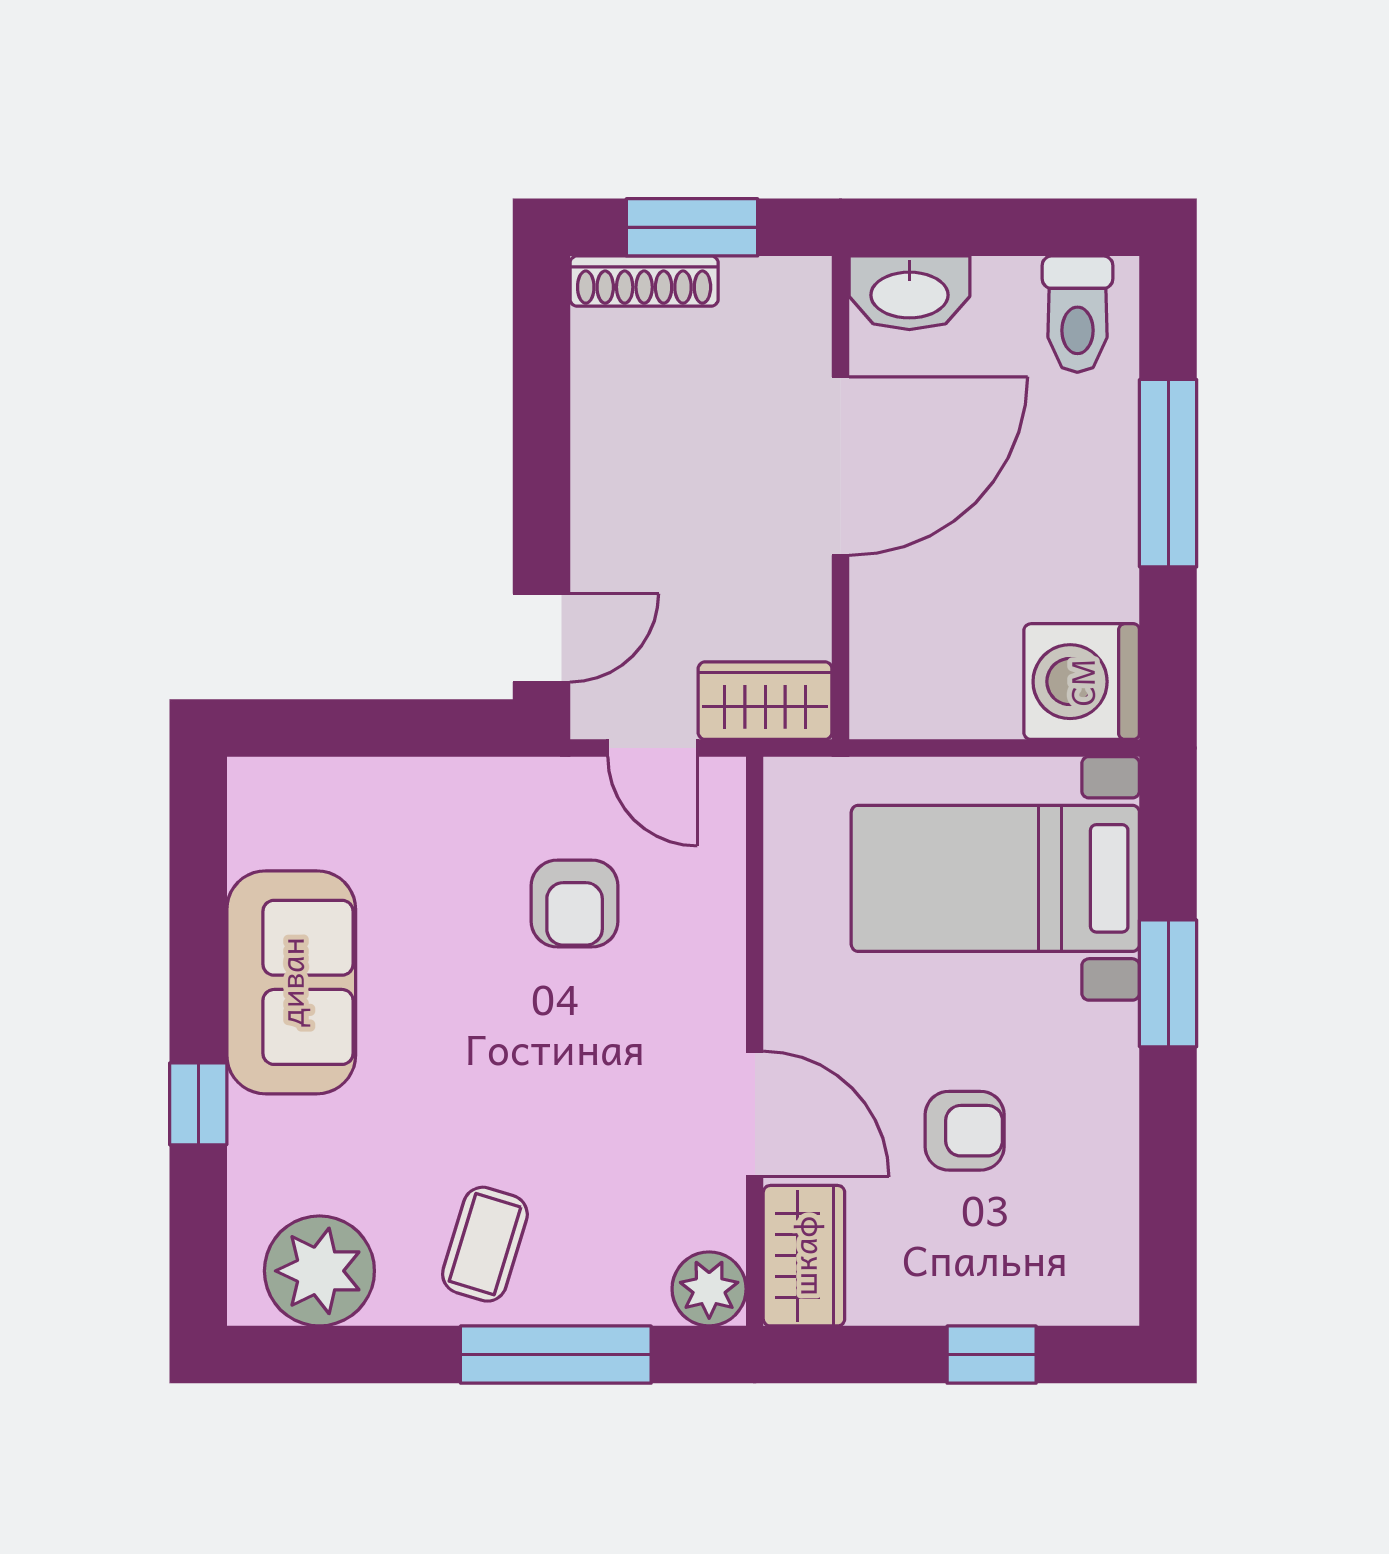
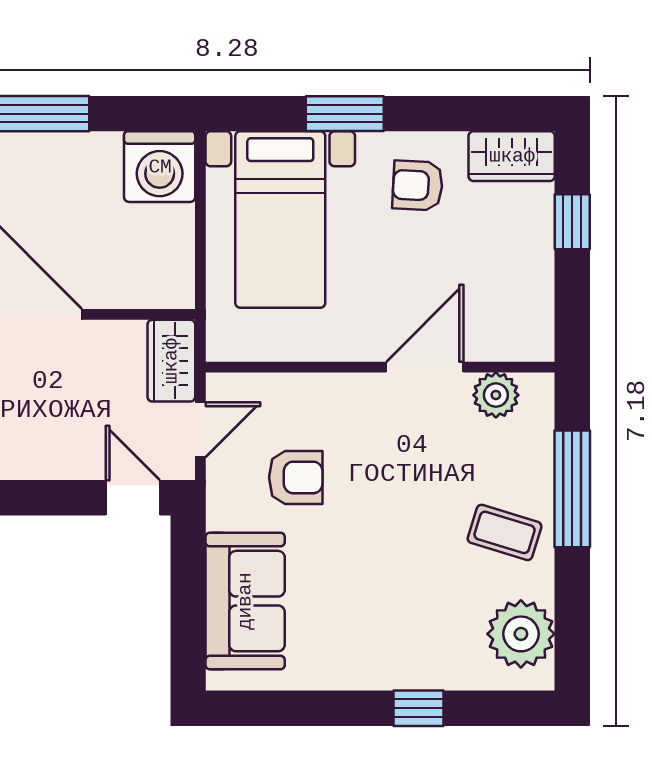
sofa: (291, 982) -> (245, 601), moved, turned 90
armchair: (965, 1131) -> (418, 185), moved, turned -87
wardrobe: (804, 1256) -> (512, 156), moved, turned 180
plant: (709, 1289) -> (496, 395), moved

